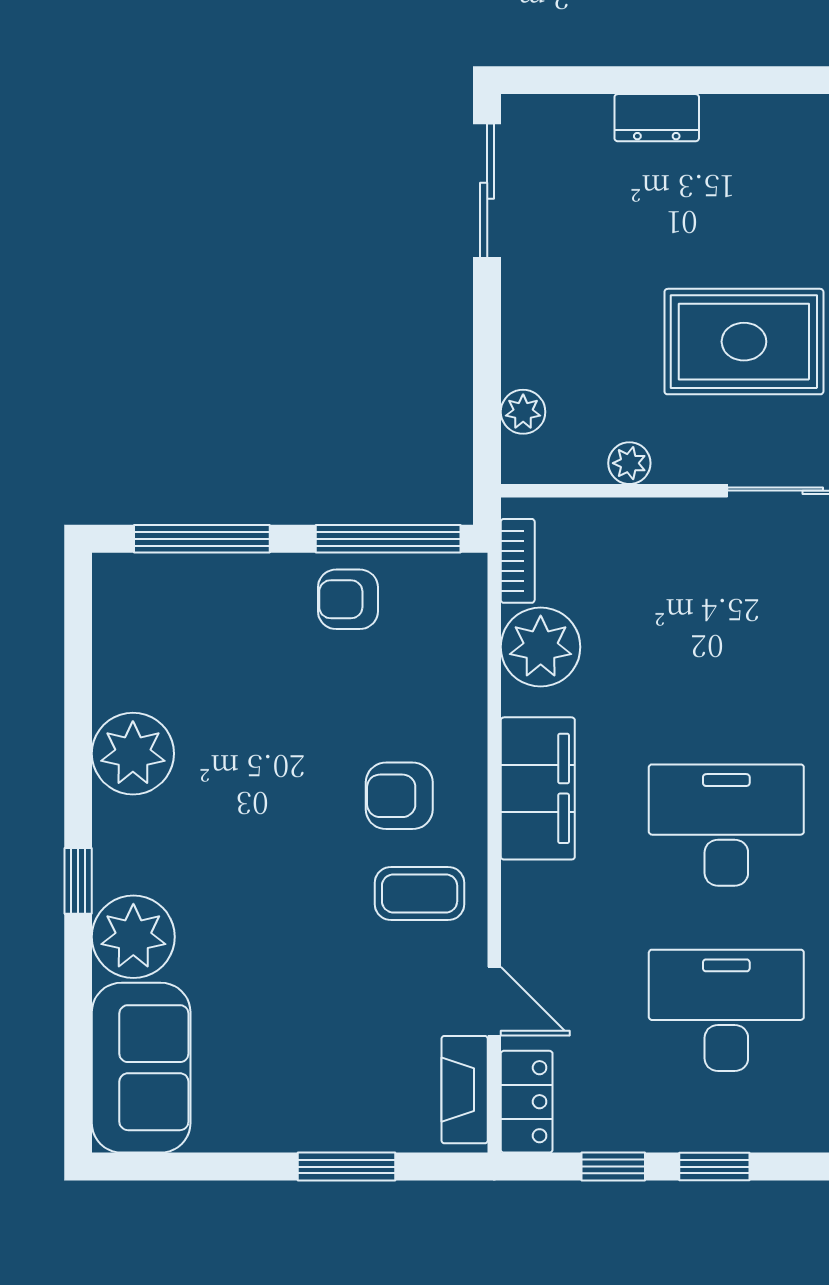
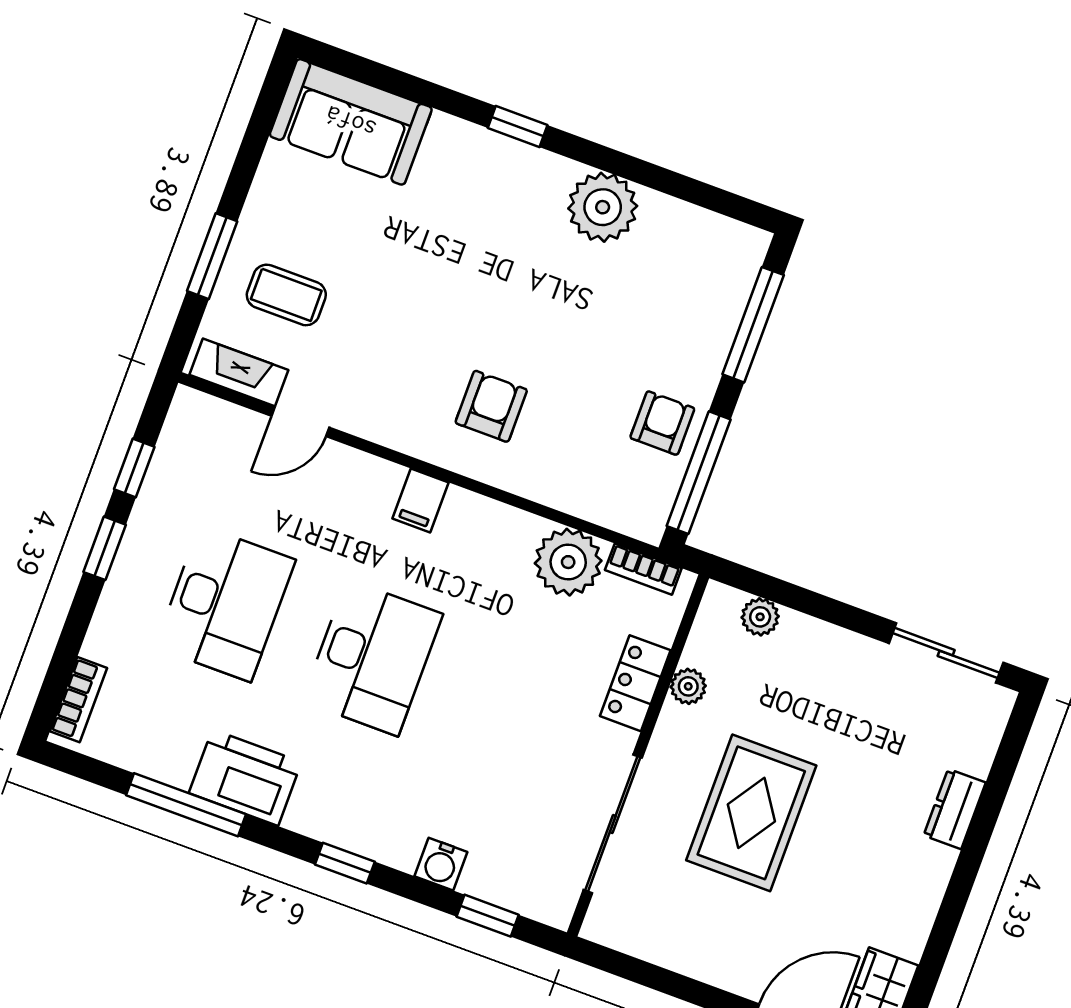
filing cabinet: (538, 788) -> (420, 500), width x0.33, depth x0.86
coffee table: (420, 893) -> (286, 295), moved, turned 90
plant: (133, 937) -> (457, 154), removed
locker: (527, 1102) -> (635, 683), moved, turned 90

